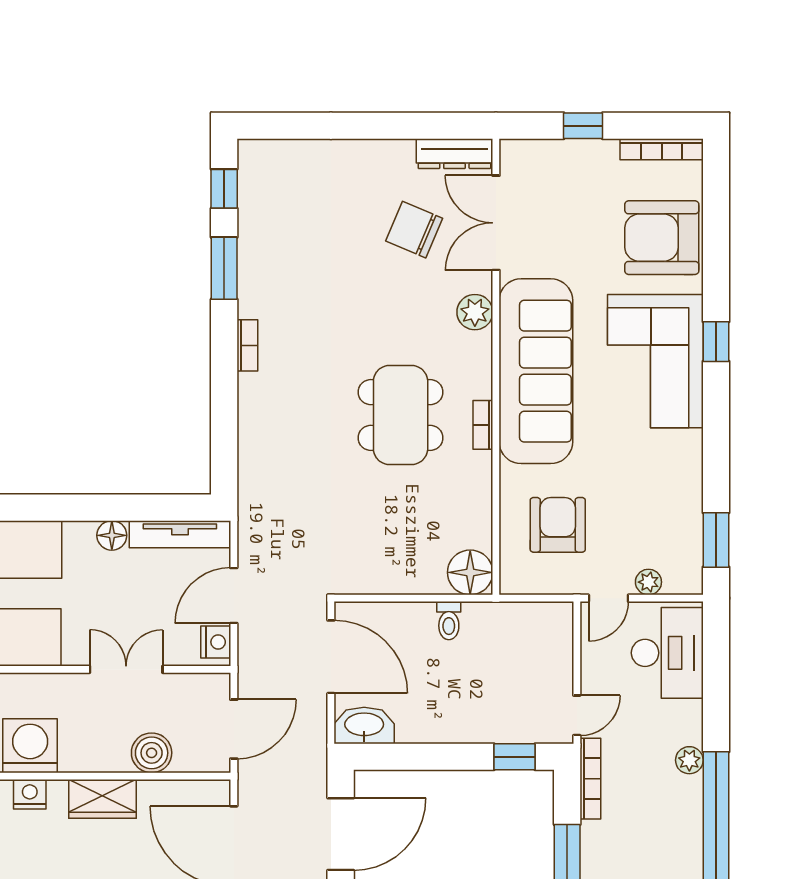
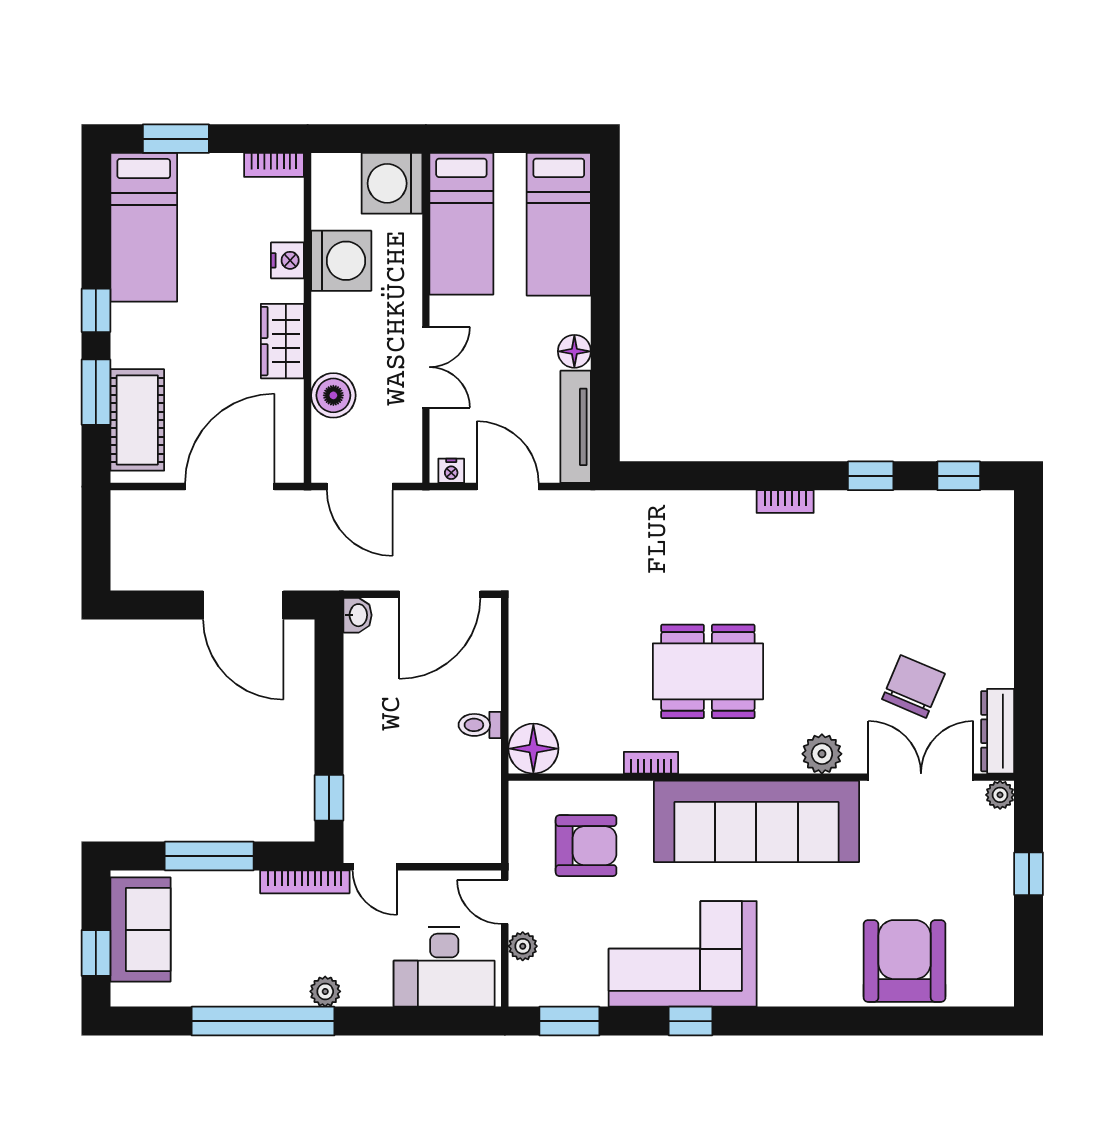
bookcase: (662, 149) -> (1002, 961), removed
plant: (512, 151) -> (1000, 795), added
window: (224, 268) -> (871, 476), width x0.67
window: (716, 342) -> (690, 1021), moved
corner sofa: (655, 361) -> (683, 954), moved
bookcase: (483, 425) -> (651, 763), moved
nightstand: (216, 642) -> (451, 471), width x0.72, depth x0.74
washbasin: (364, 725) -> (357, 615), width x0.52, depth x0.69

